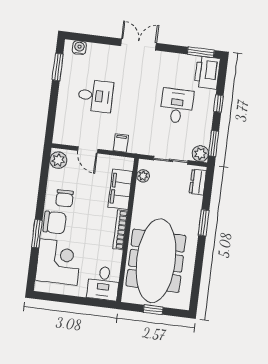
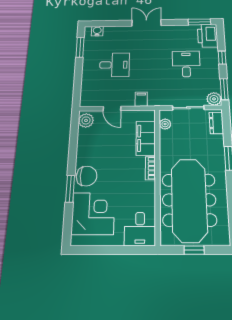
chair: (64, 198) -> (94, 153), removed
bookcase: (120, 230) -> (150, 168), width x0.64

